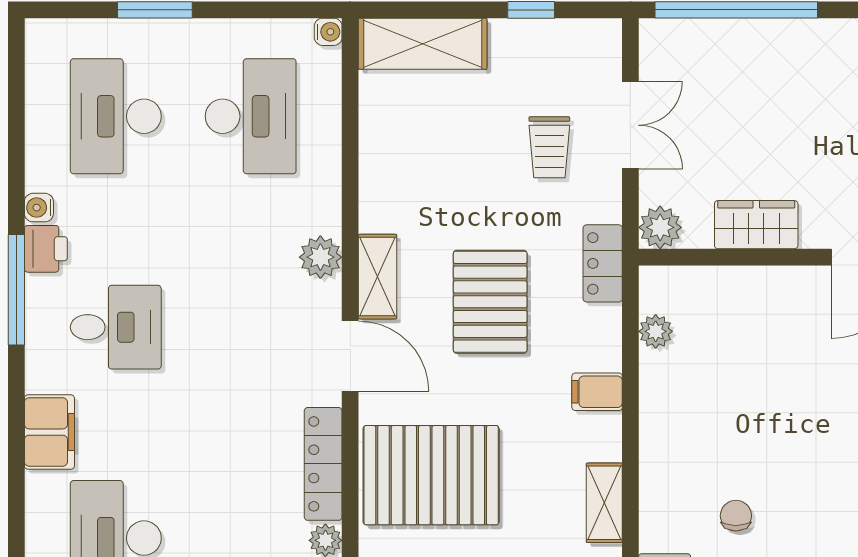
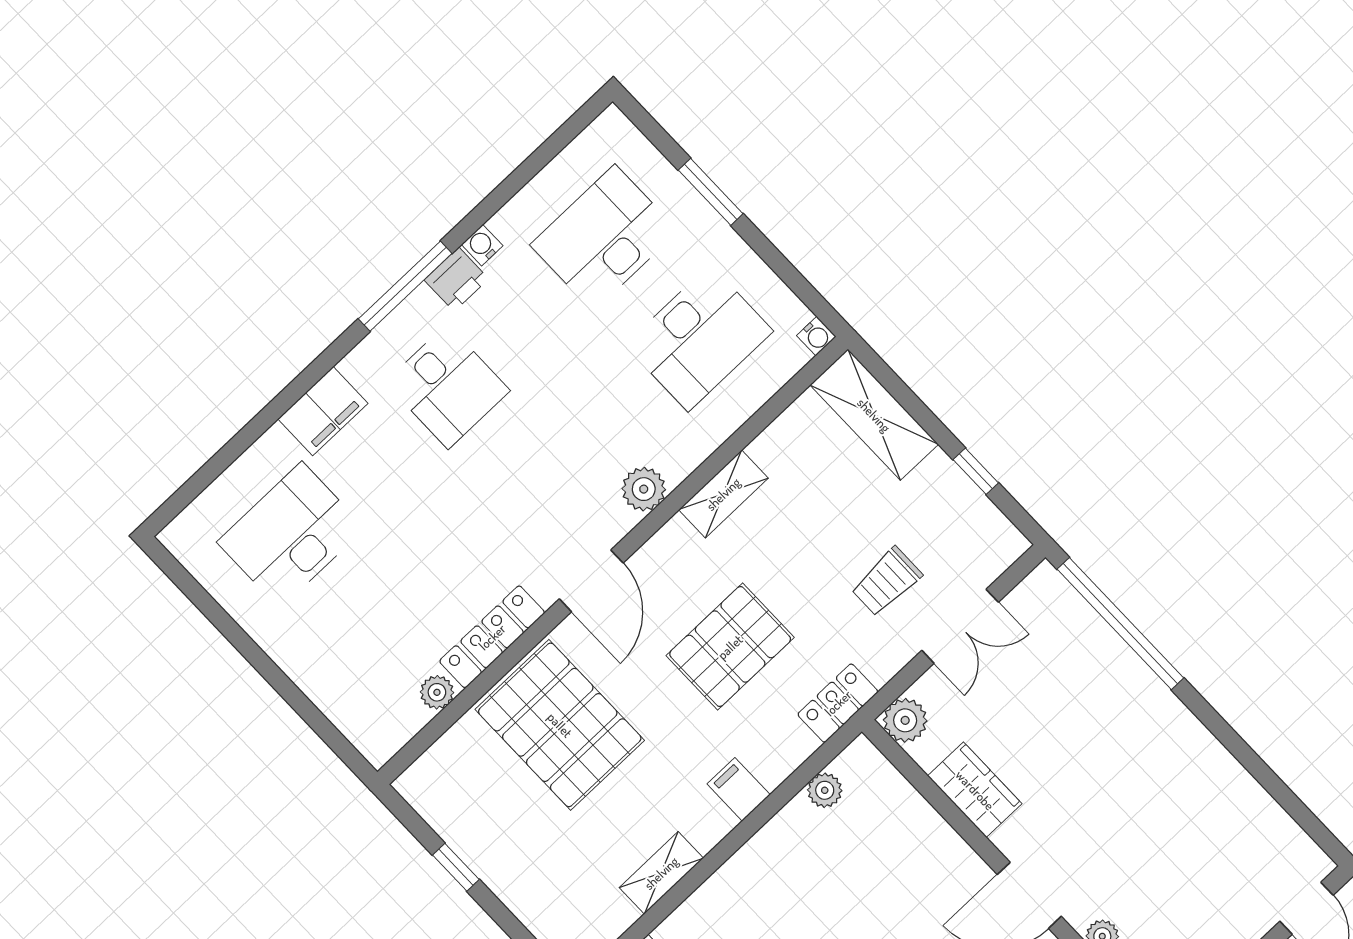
shelving: (378, 277) -> (723, 494), moved

